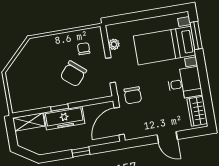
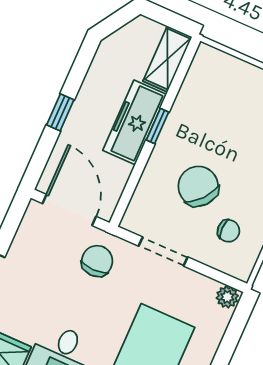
plant: (114, 44) -> (227, 297), moved
chair: (133, 95) -> (97, 261), turned 90

